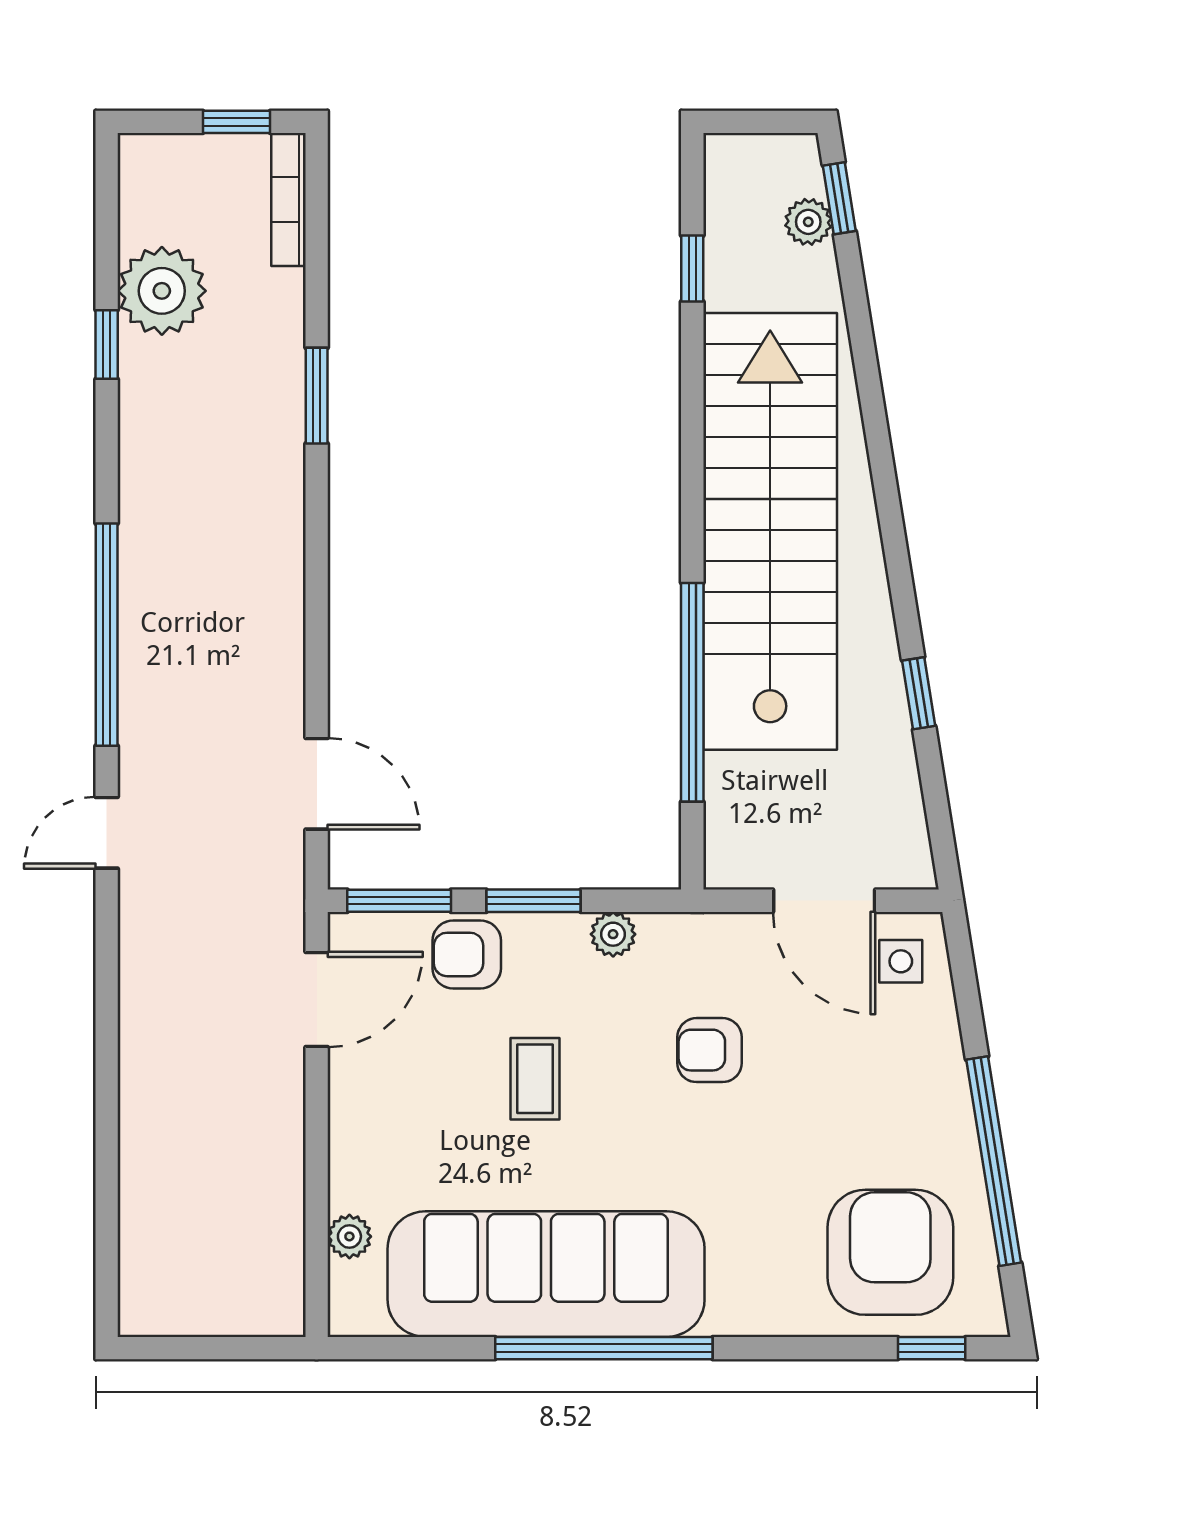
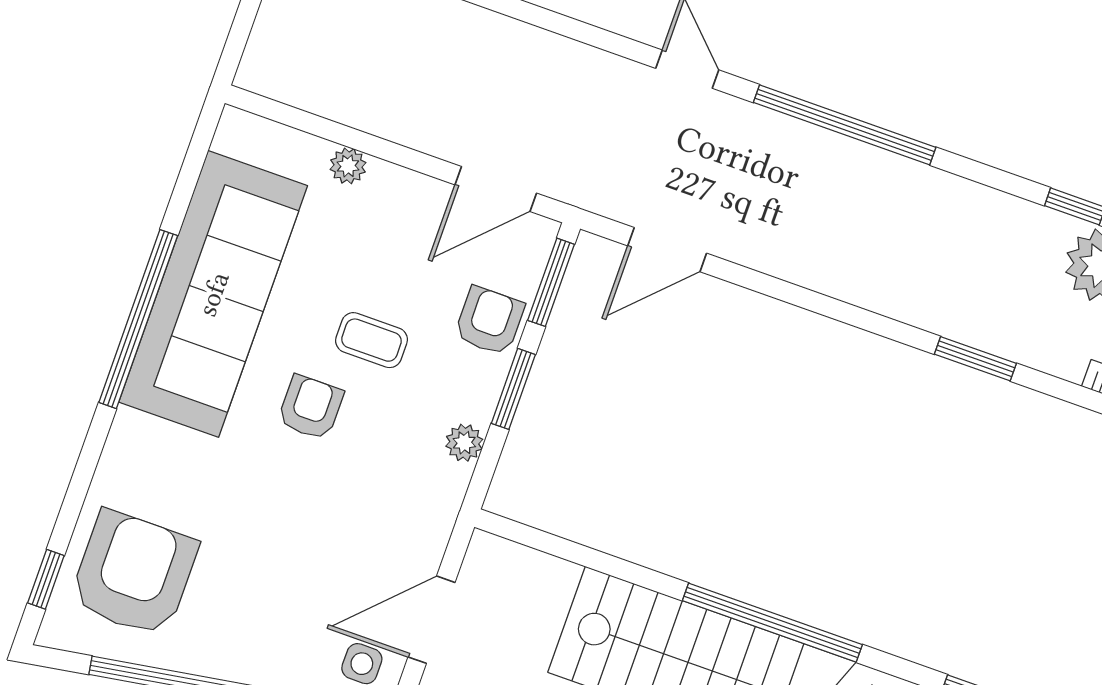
window: (692, 692) -> (772, 623), moved
door: (317, 999) -> (496, 189), hinge flipped
armchair: (710, 1050) -> (311, 407), moved
plant: (349, 1236) -> (348, 166), moved
armchair: (890, 1252) -> (134, 573), turned -90

